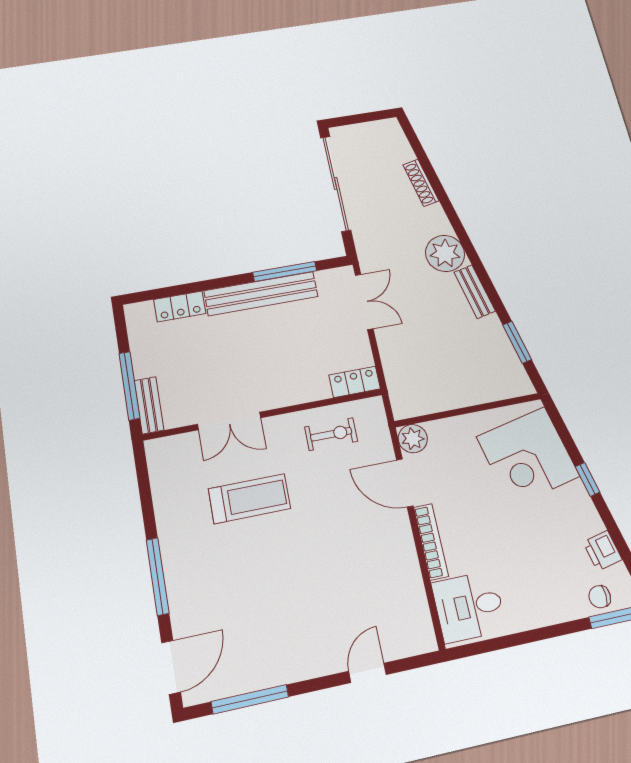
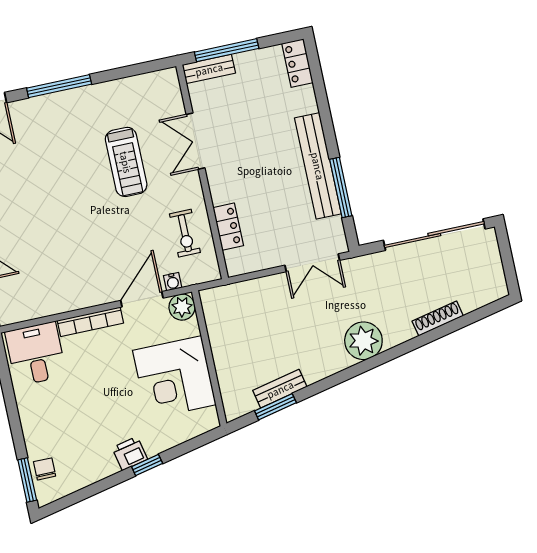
bench: (475, 292) -> (280, 389), moved
locker: (180, 306) -> (297, 63), moved
locker: (355, 382) -> (228, 227), moved
water cooler: (385, 448) -> (173, 282), added
corner desk: (528, 457) -> (174, 377), moved, turned -78
printer: (603, 551) -> (130, 453), moved

